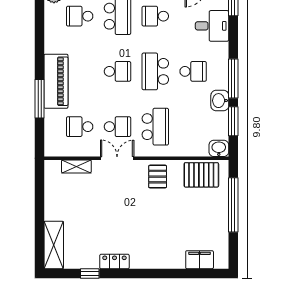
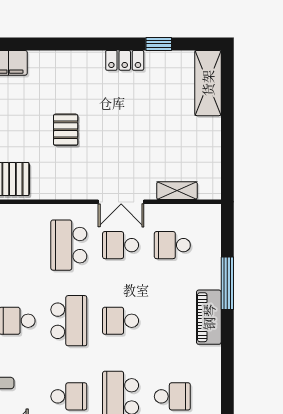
piano: (56, 81) -> (209, 317), width x0.73, depth x0.75
school desk: (80, 127) -> (172, 245), turned 180
pallet: (158, 177) -> (66, 130), moved

